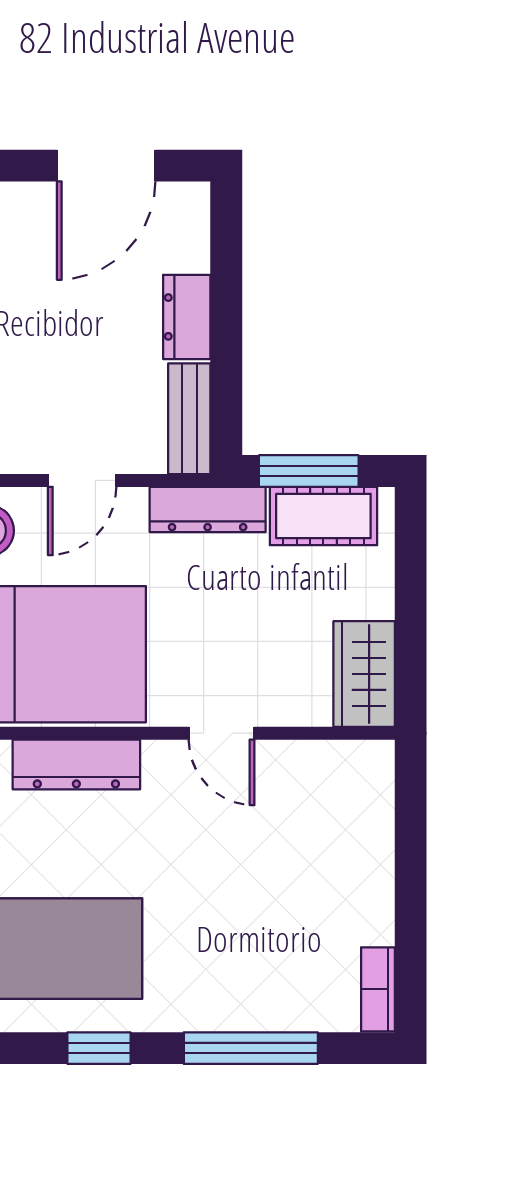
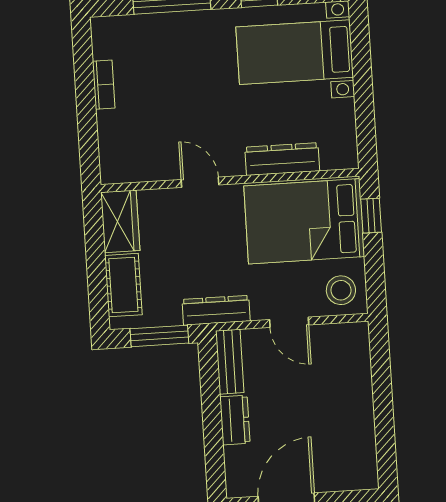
door: (82, 480) -> (289, 322), swing flipped
cot: (323, 516) -> (123, 285), moved, turned 90
bookcase: (378, 989) -> (104, 85), moved

